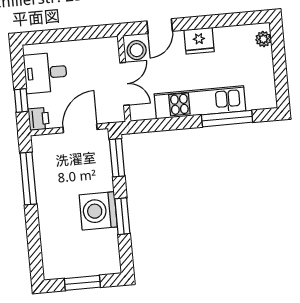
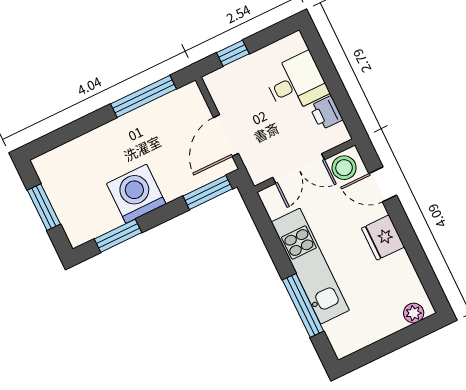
desk: (45, 73) -> (296, 83), moved, turned 90
printer: (39, 119) -> (326, 113), moved, turned 90
door: (80, 128) -> (226, 136), swing flipped
window: (122, 216) -> (118, 236), moved

